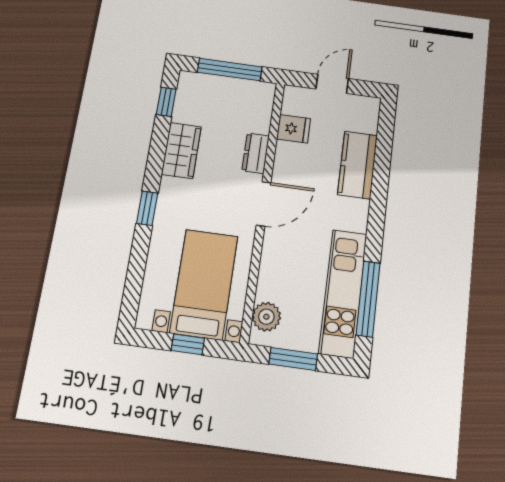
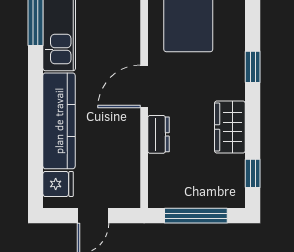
fridge: (294, 129) -> (58, 184), moved, turned 180
kitchen counter: (358, 165) -> (59, 121), width x1.50

